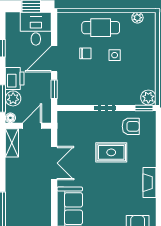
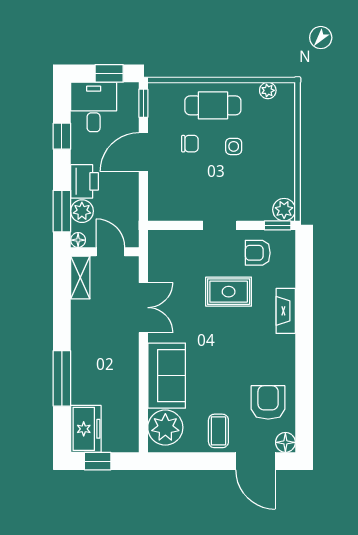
desk: (36, 29) -> (94, 107), moved
window: (54, 89) -> (143, 103), moved
door: (32, 126) -> (110, 252), hinge flipped
armchair: (131, 126) -> (258, 253), turned 180
fireplace: (149, 183) -> (286, 311), moved

